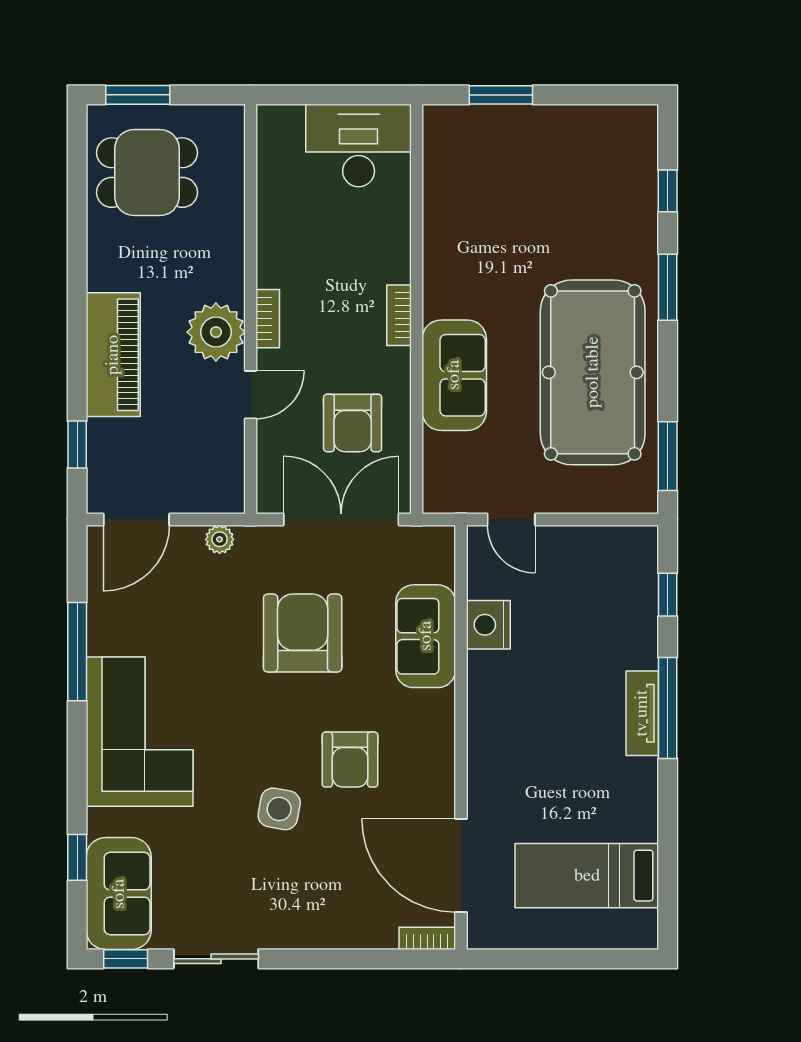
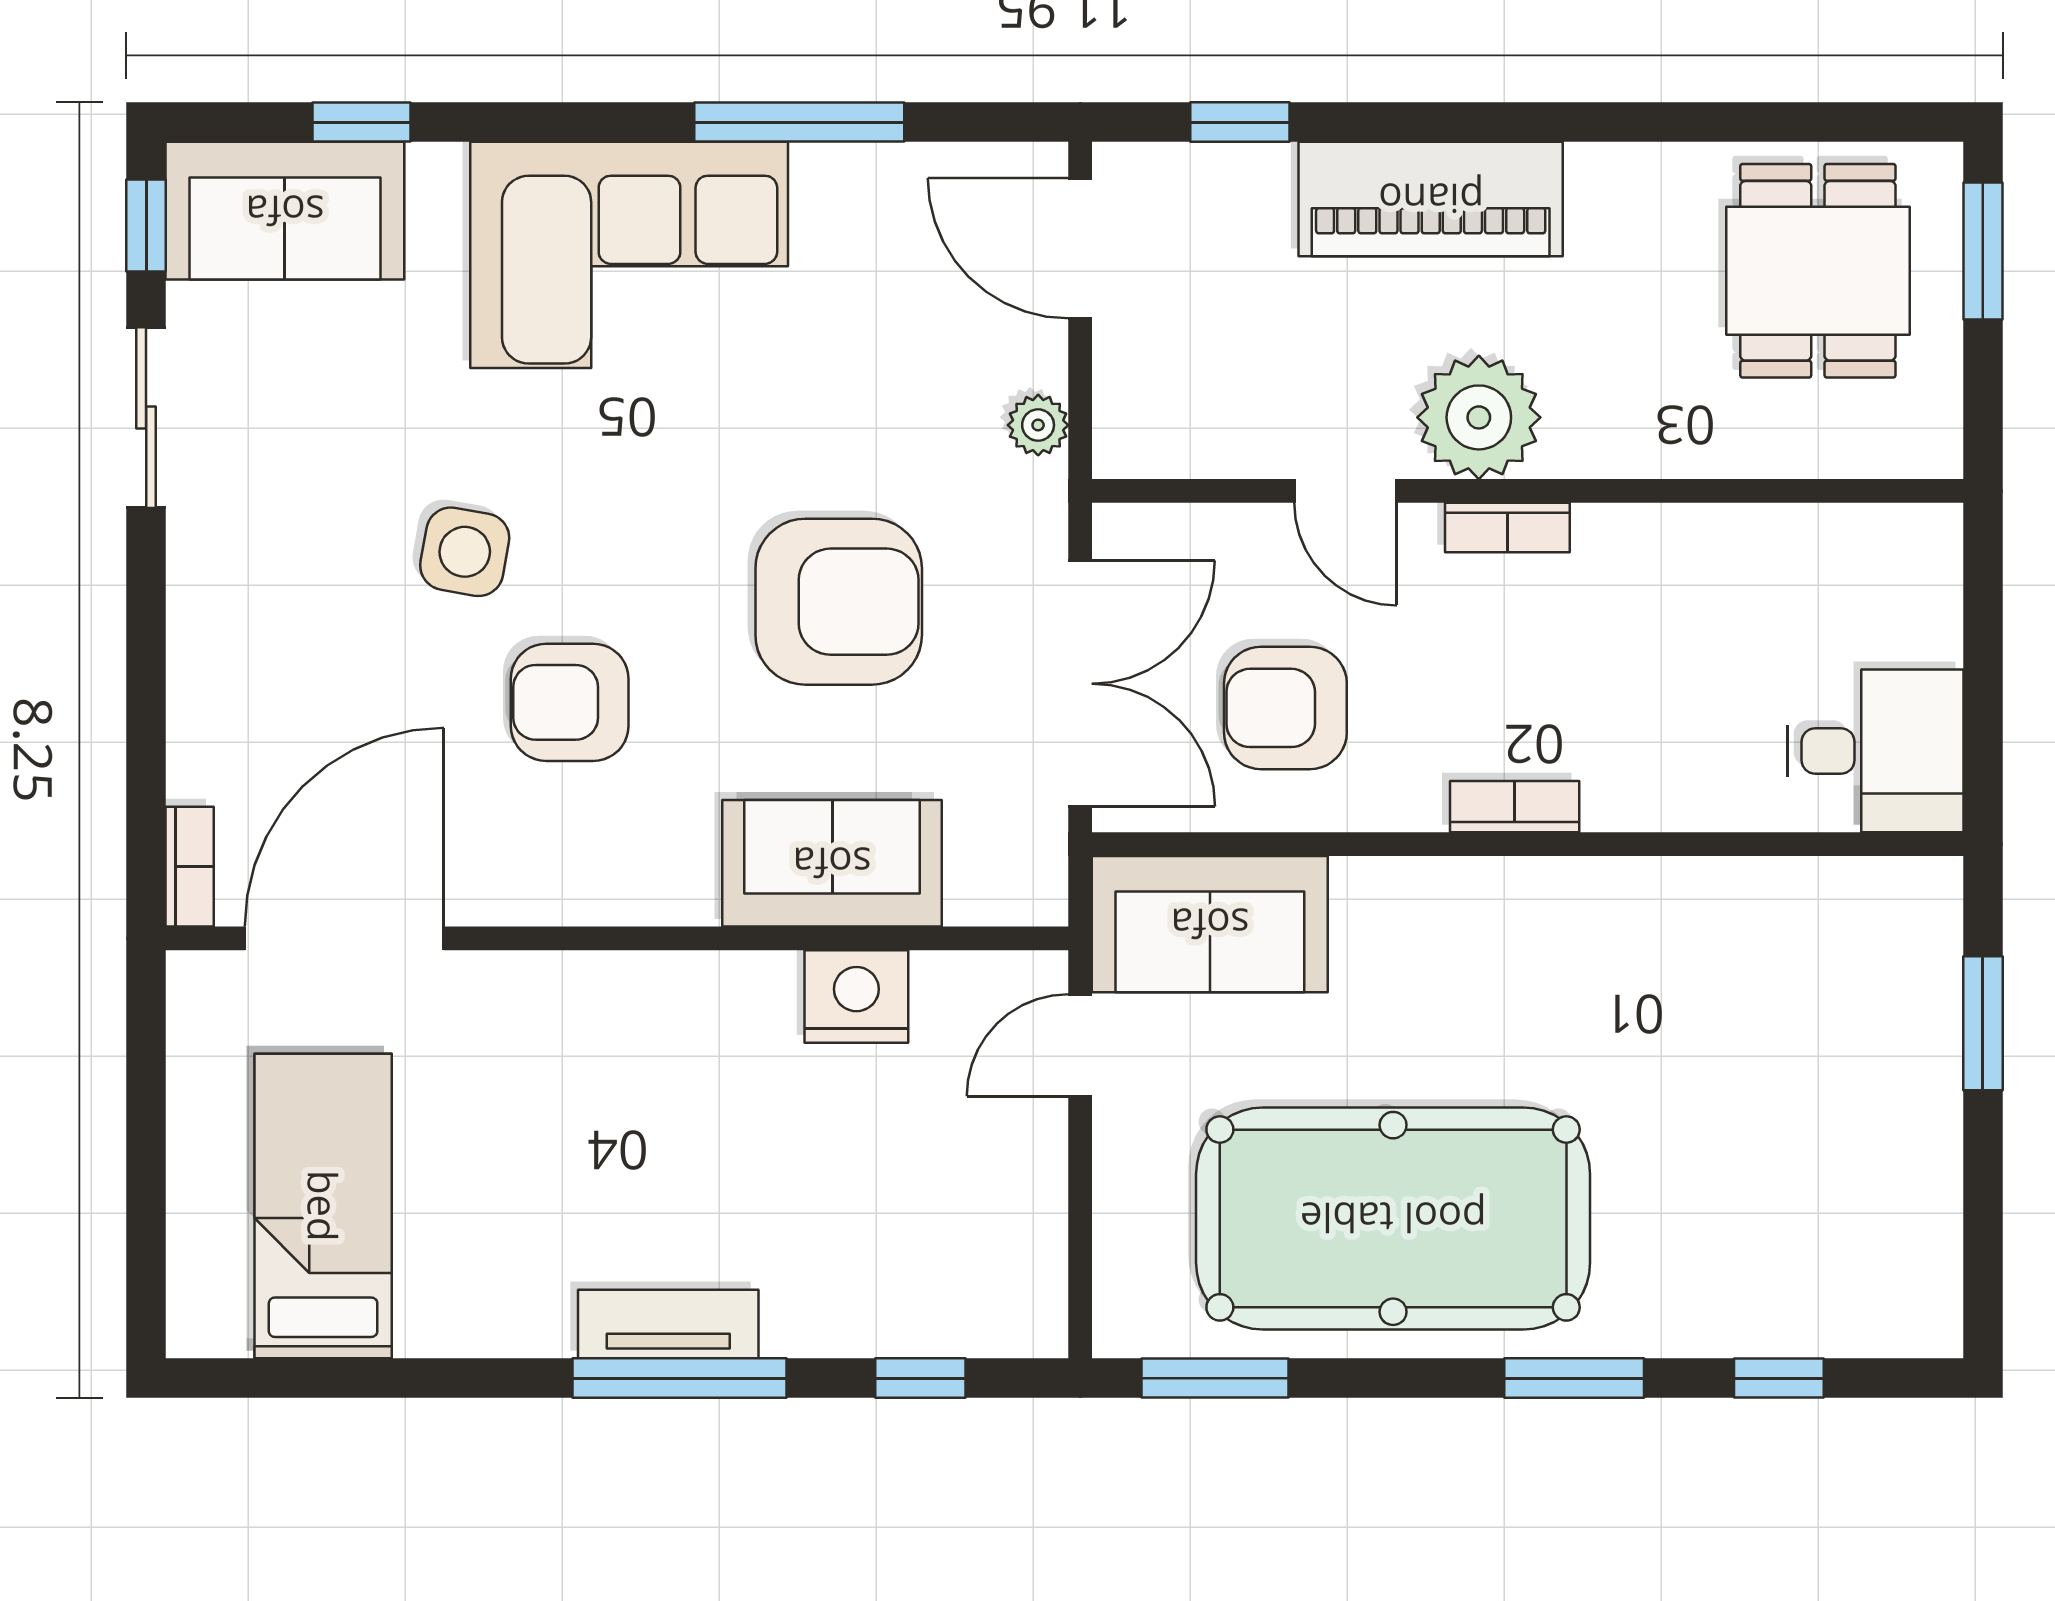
desk: (359, 145) -> (1875, 751), width x0.73
sofa: (454, 375) -> (1210, 924), moved

